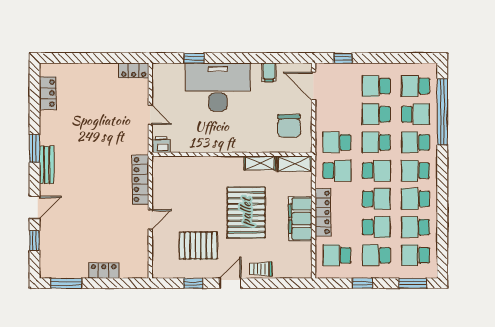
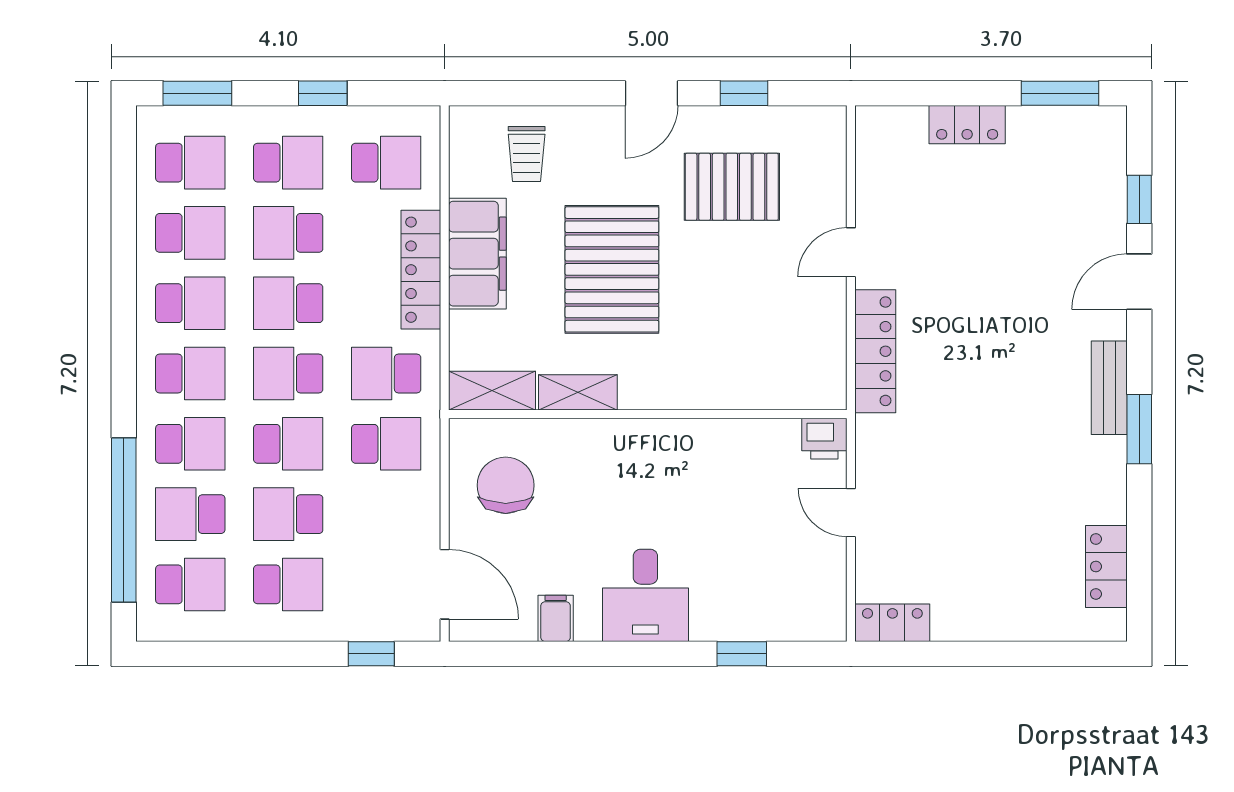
desk: (218, 87) -> (645, 595), width x0.53, depth x0.77
school desk: (376, 114) -> (288, 514), turned 180
trolley: (261, 269) -> (527, 154), moved, turned 90

